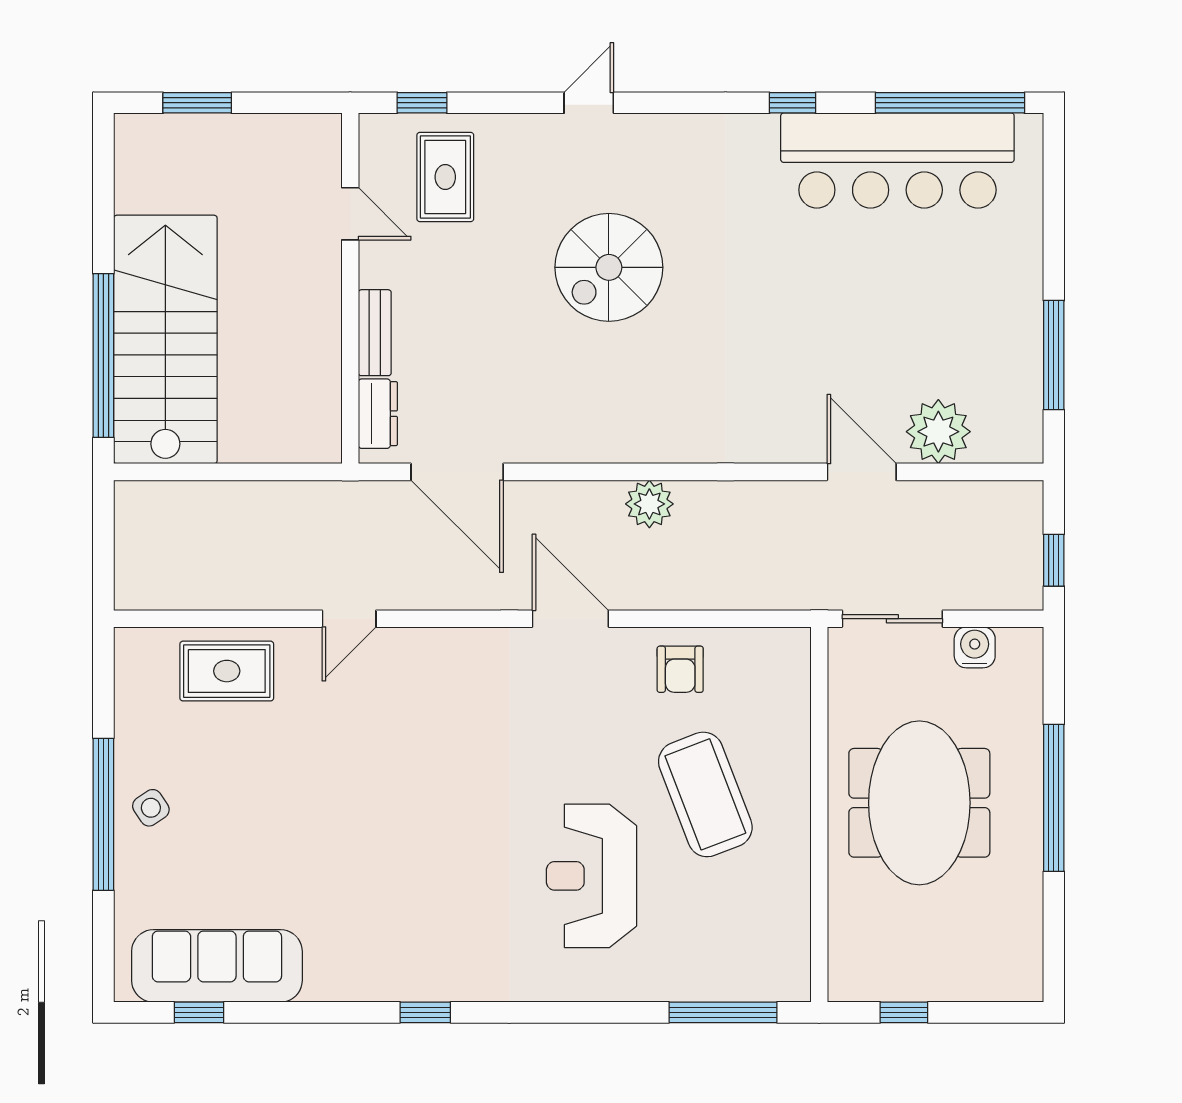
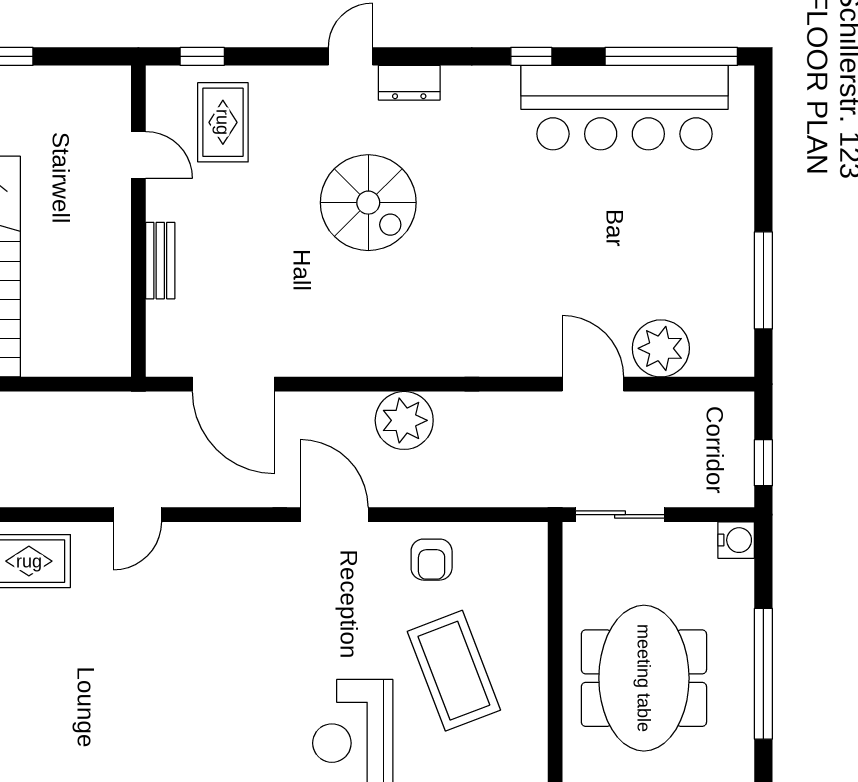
spiral stairs: (609, 267) -> (368, 203), turned -90
dresser: (378, 414) -> (409, 83), moved, turned 90
plant: (649, 504) -> (404, 420), width x1.36, depth x1.36
water cooler: (975, 647) -> (736, 540), moved, turned 90

